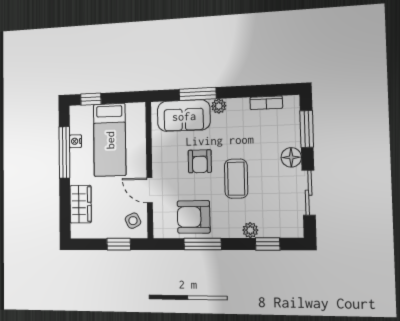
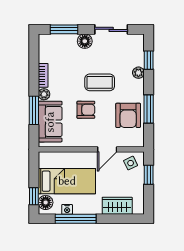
bookcase: (266, 103) -> (43, 75), moved
floor lamp: (84, 114) -> (46, 202), added

